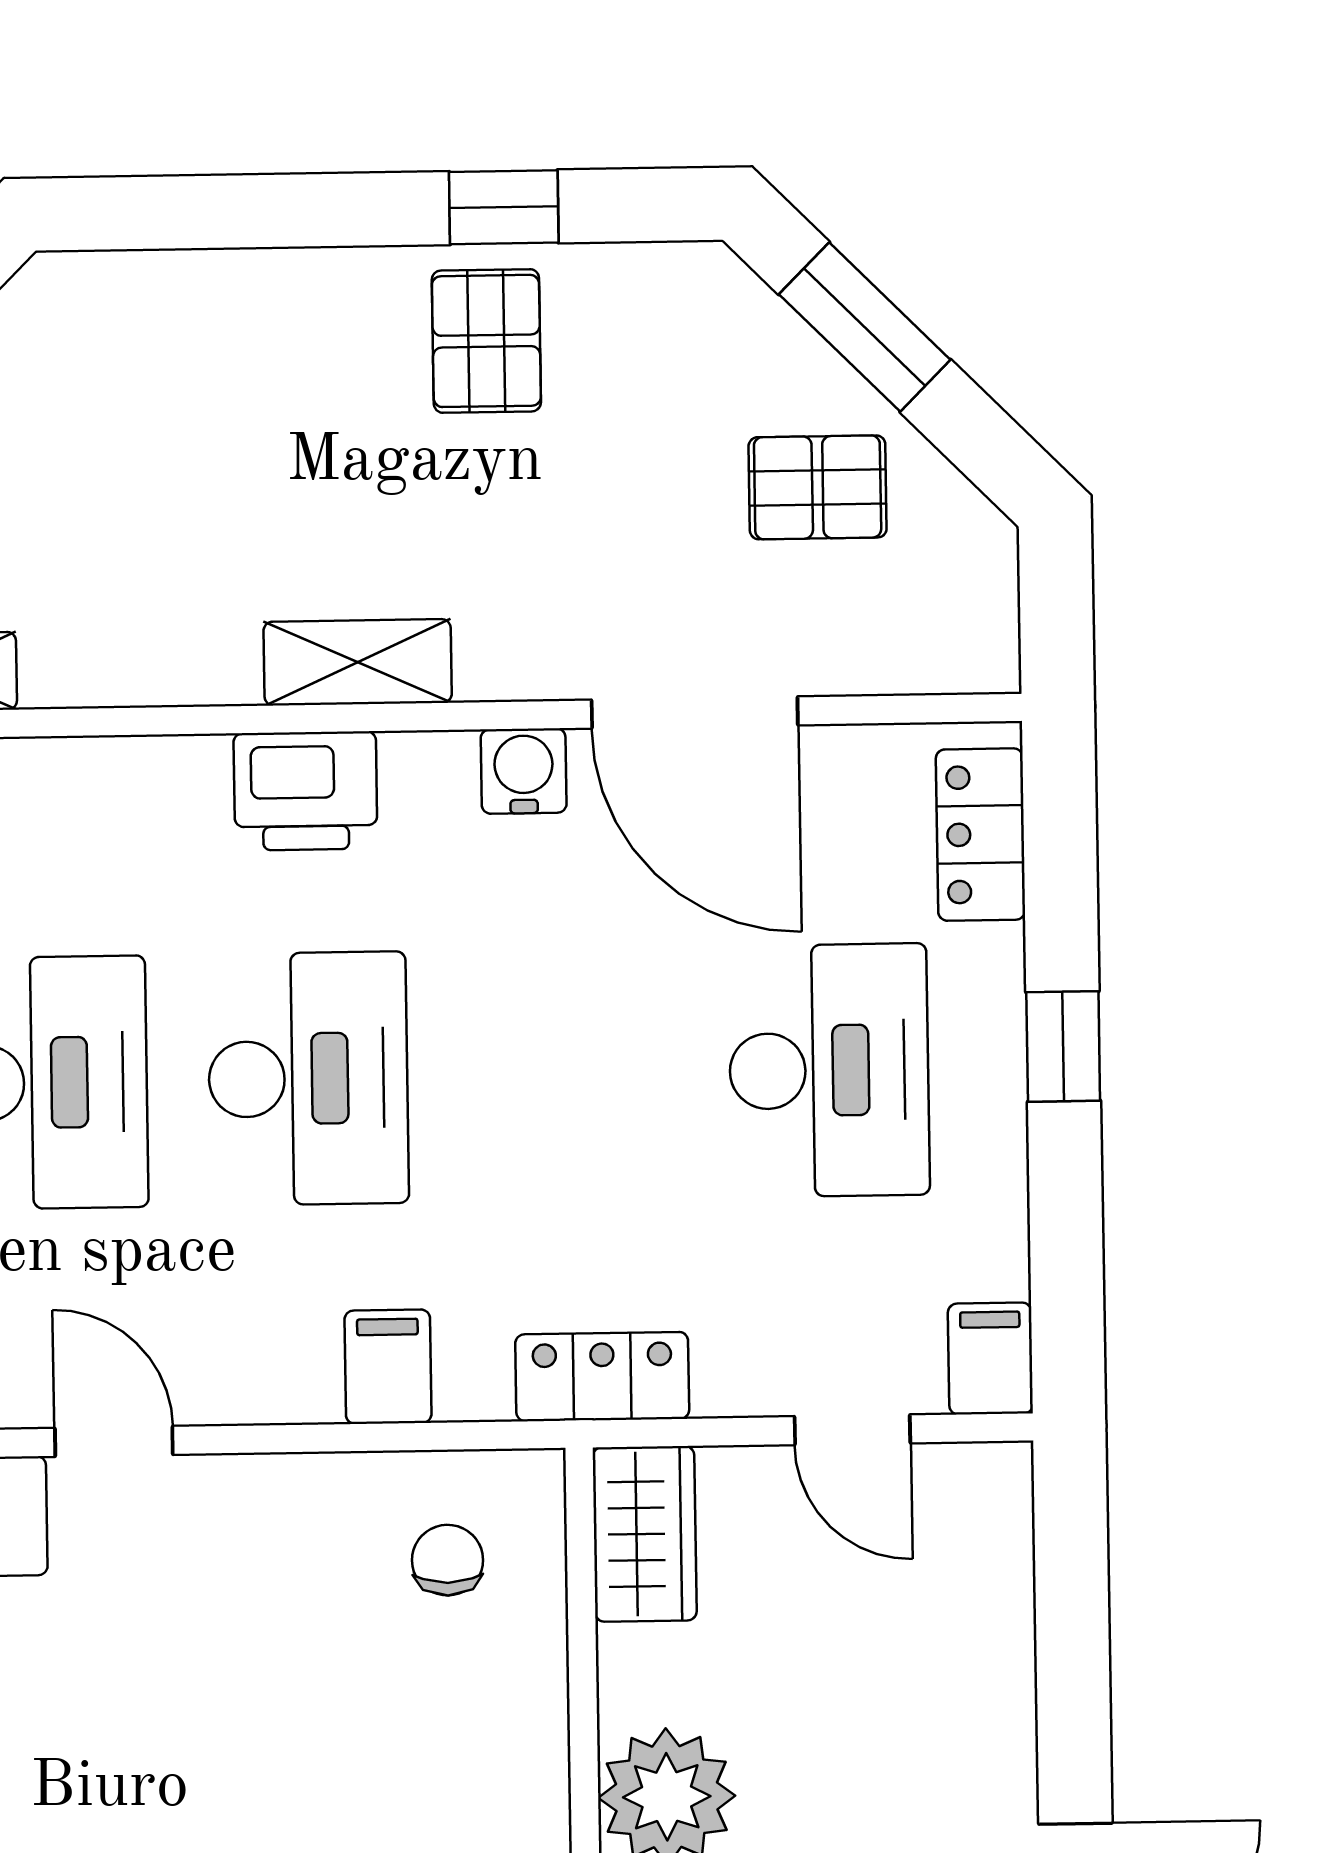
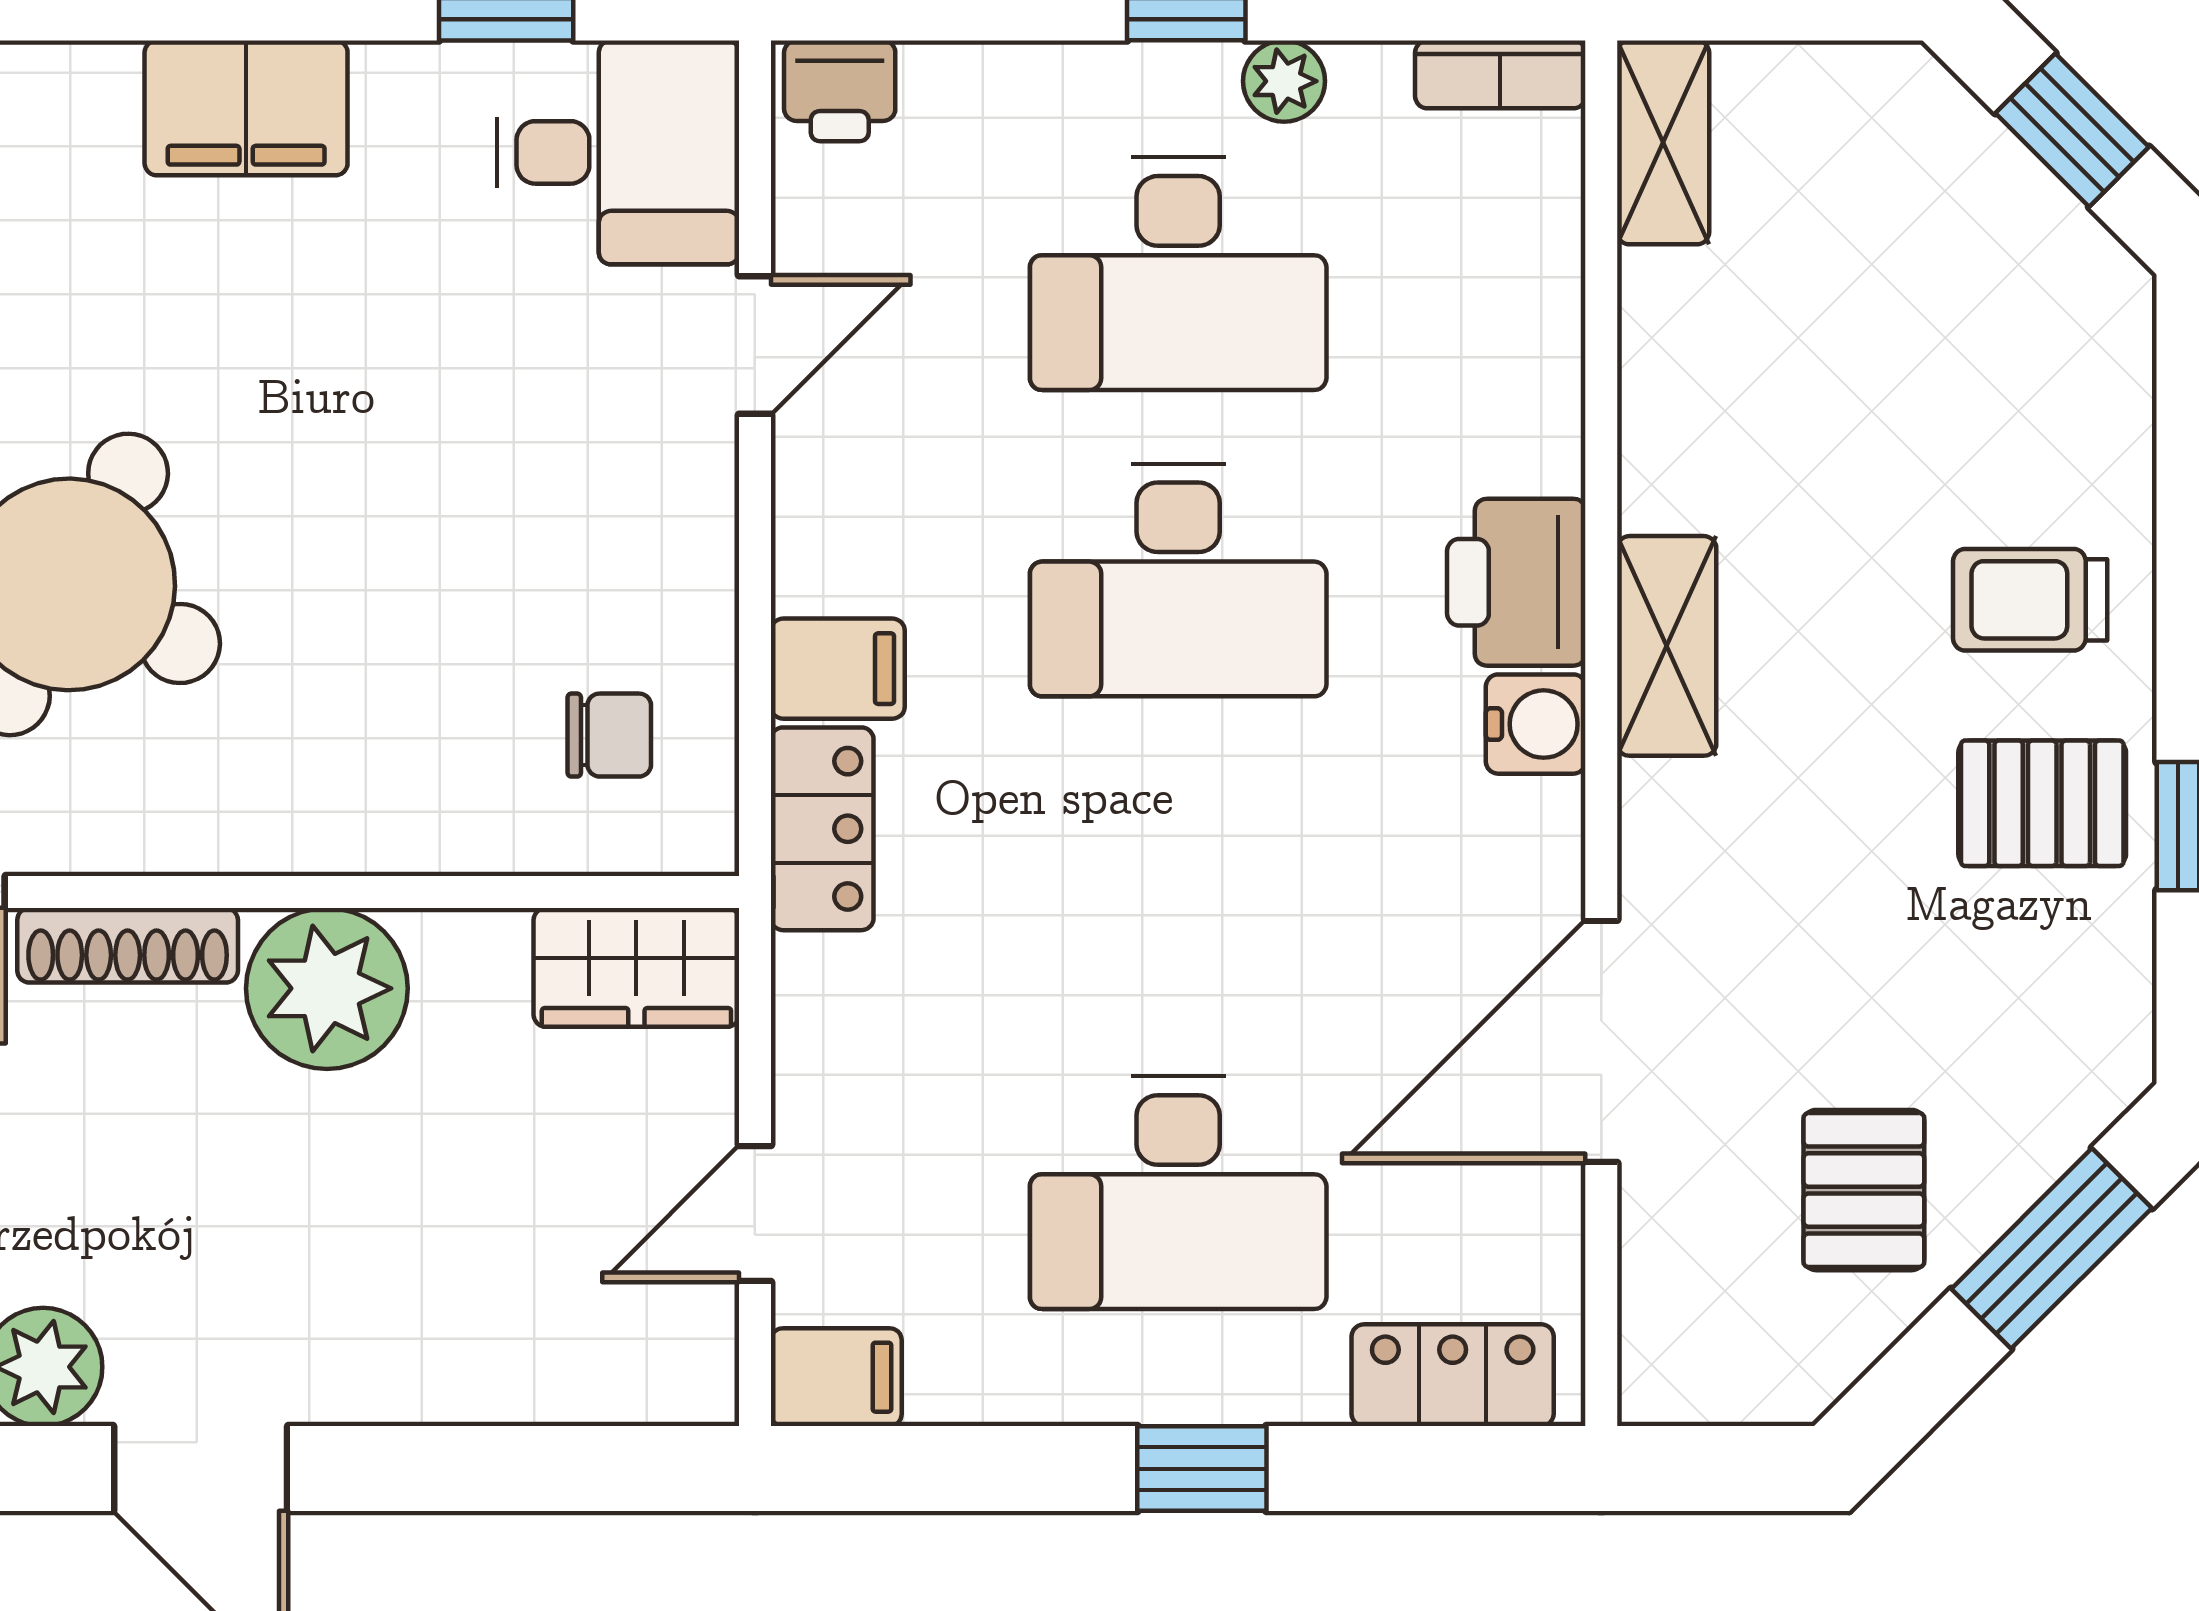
trolley: (314, 354) -> (2030, 600), added
water cooler: (524, 771) -> (1536, 724), moved
locker: (602, 1377) -> (822, 829), moved

